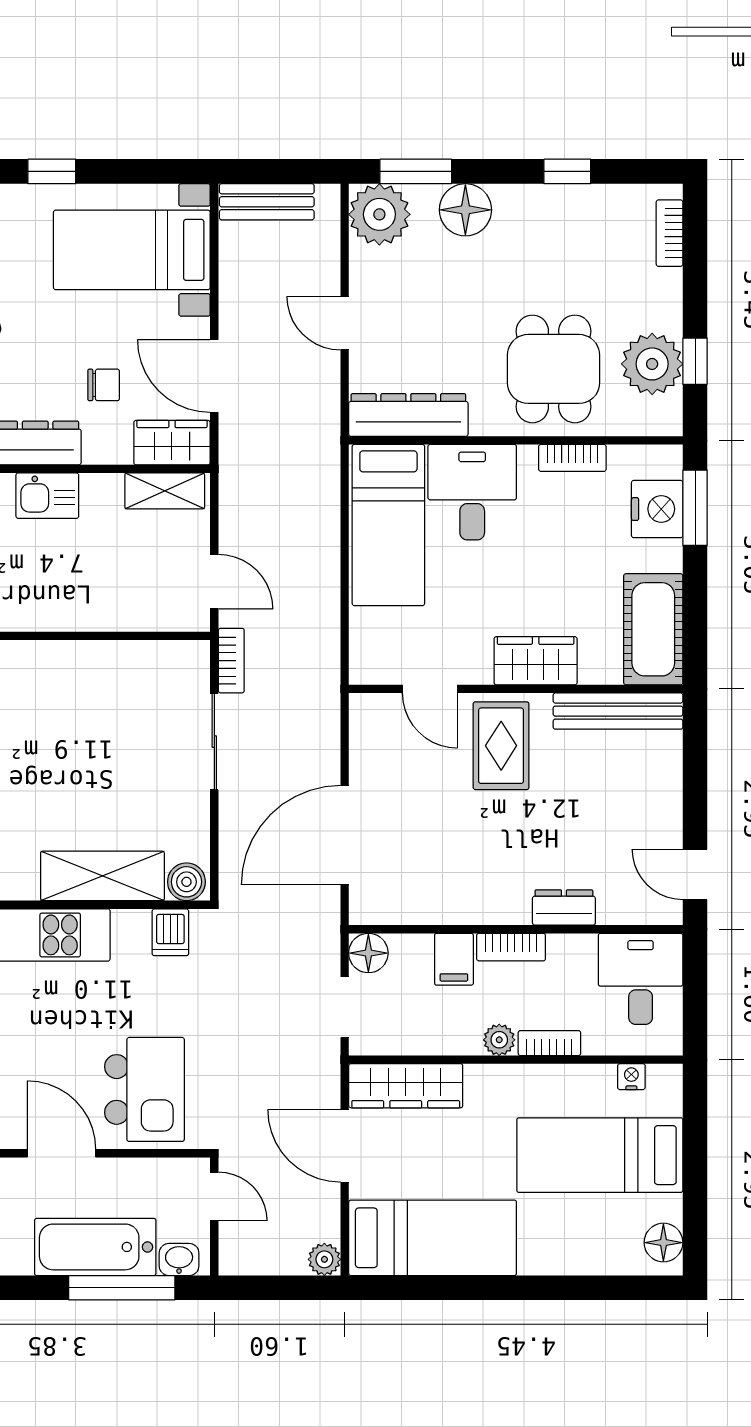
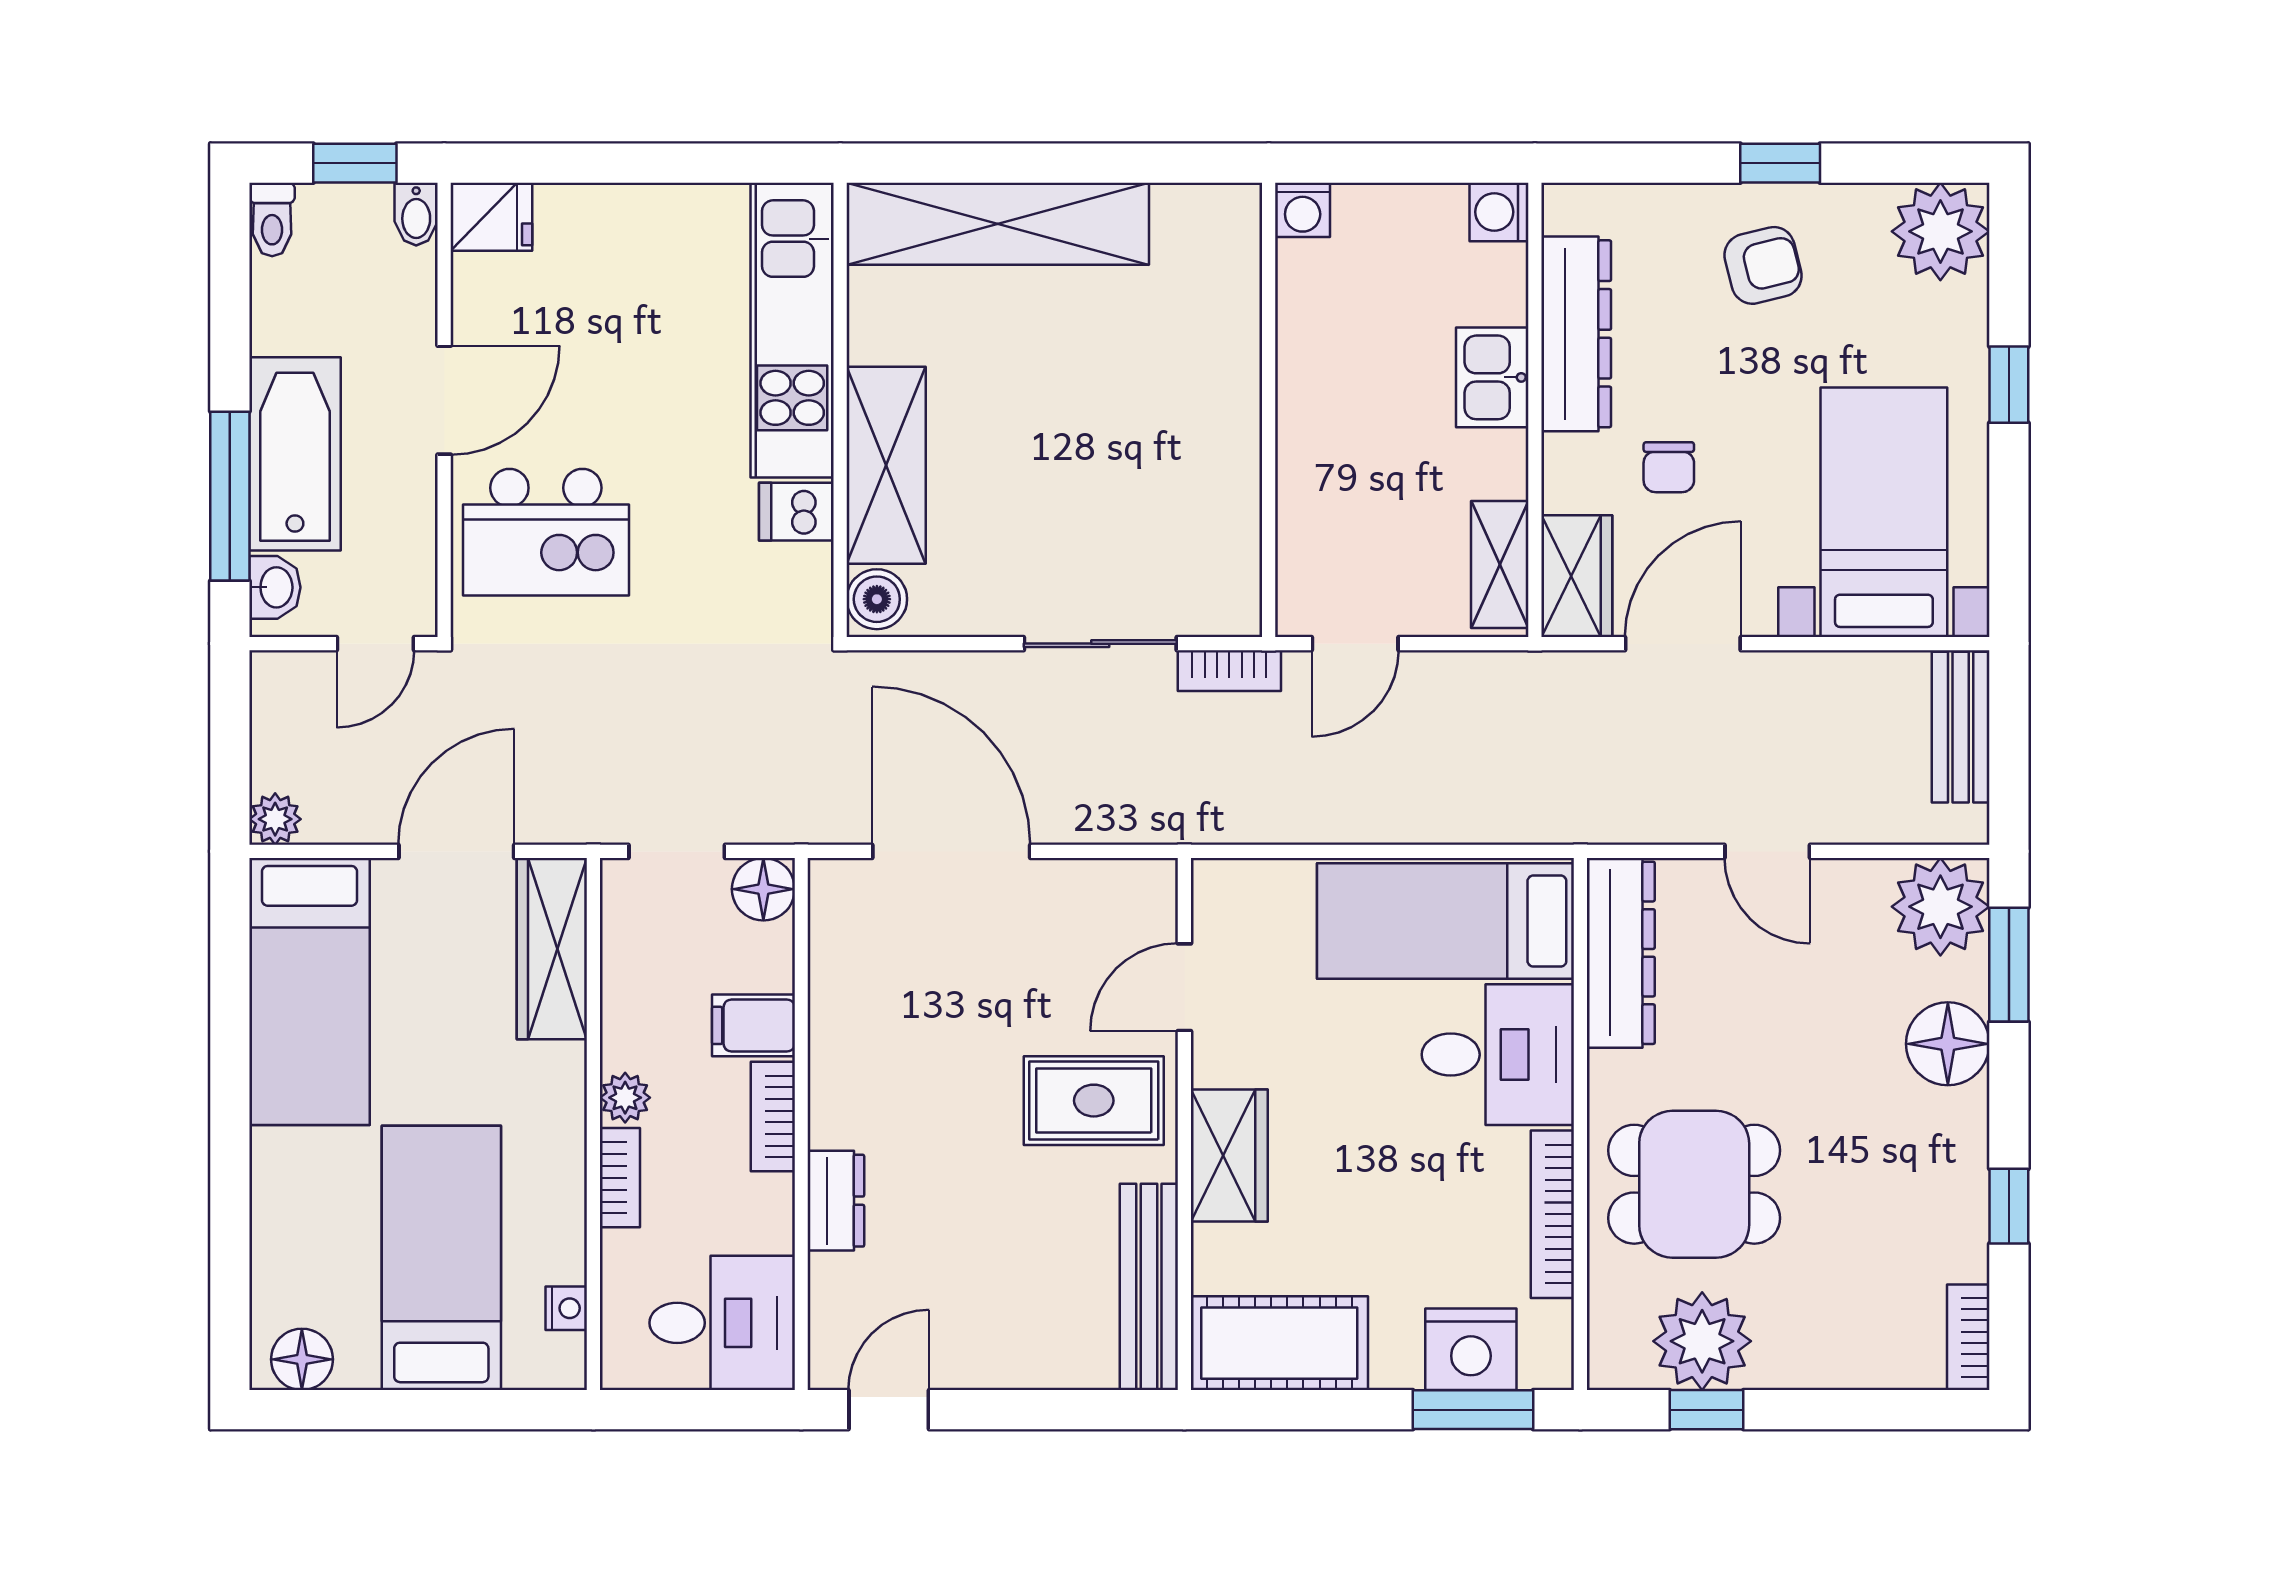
bookcase: (670, 233) -> (1968, 1337), moved, turned -90
door: (345, 323) -> (1767, 851), swing flipped
bookcase: (572, 458) -> (1552, 1214), width x1.56
dishwasher: (170, 932) -> (796, 512), moved

